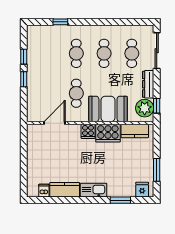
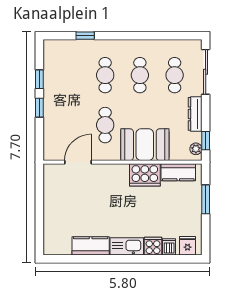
plant: (145, 108) -> (196, 149), width x0.53, depth x0.53
cooker: (88, 131) -> (153, 246), moved, turned 180
window: (157, 170) -> (206, 199), moved
dishwasher: (44, 191) -> (169, 247), moved
window: (120, 200) -> (160, 259), removed

